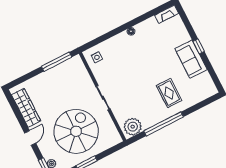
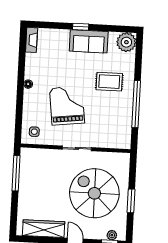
grand piano: (132, 71) -> (67, 106), added
plant: (133, 127) -> (126, 42), moved

